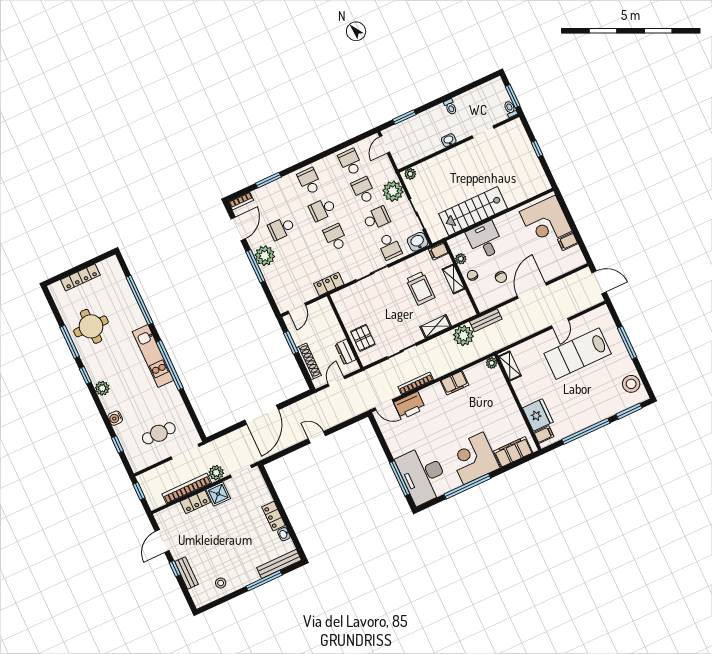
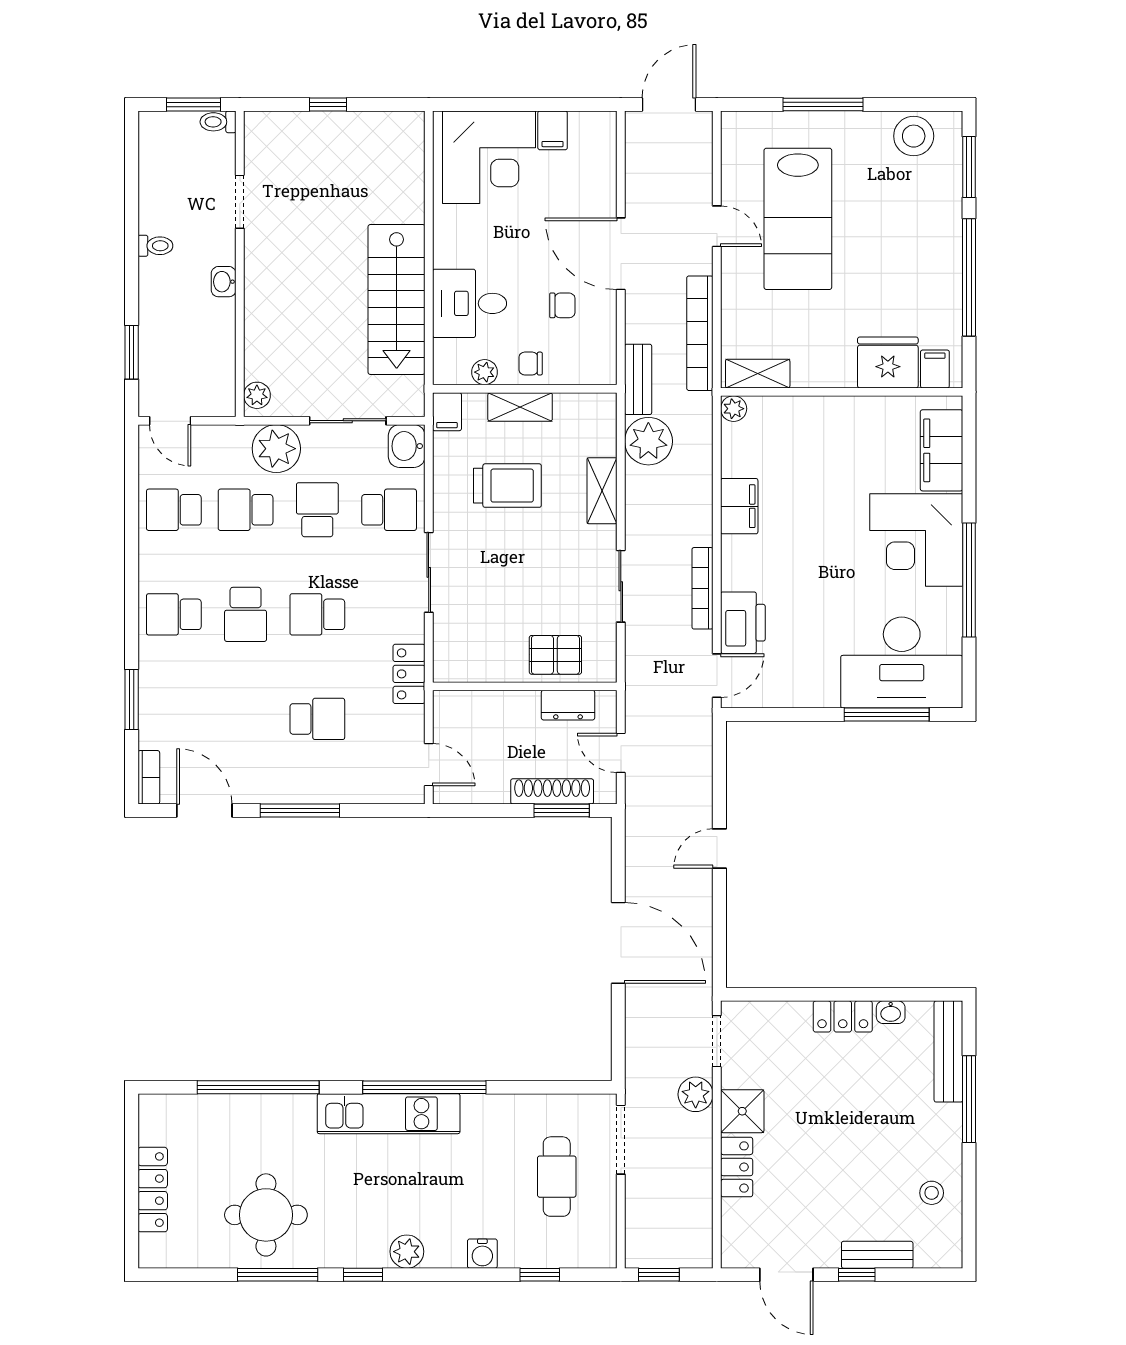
school desk: (281, 228) -> (317, 719), moved, turned -90
plant: (265, 256) -> (287, 781), removed
window: (291, 343) -> (562, 811), moved
bookcase: (187, 488) -> (700, 333), moved

